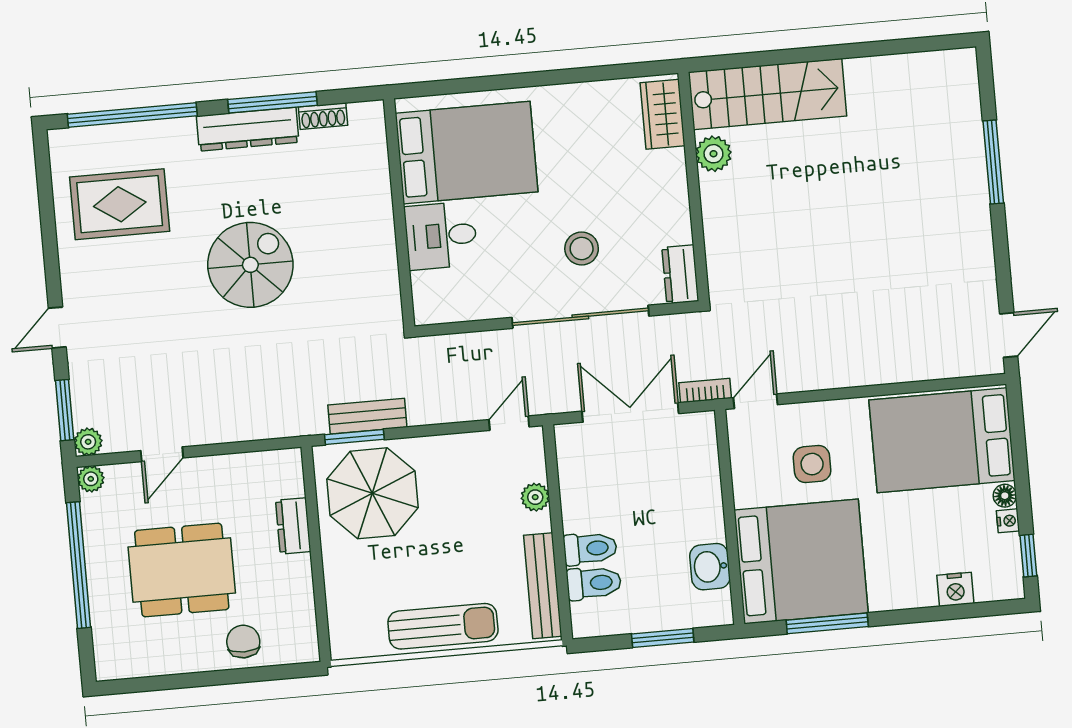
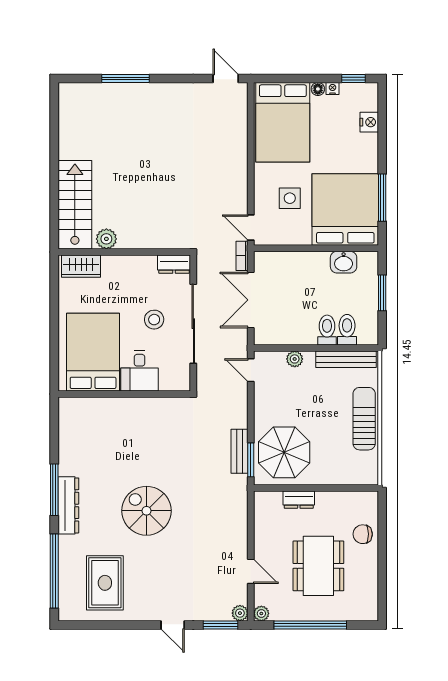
shoe rack: (323, 116) -> (65, 461), removed
bed: (466, 153) -> (93, 352), moved
wall: (399, 213) -> (124, 394), moved
desk: (441, 236) -> (139, 371), moved

